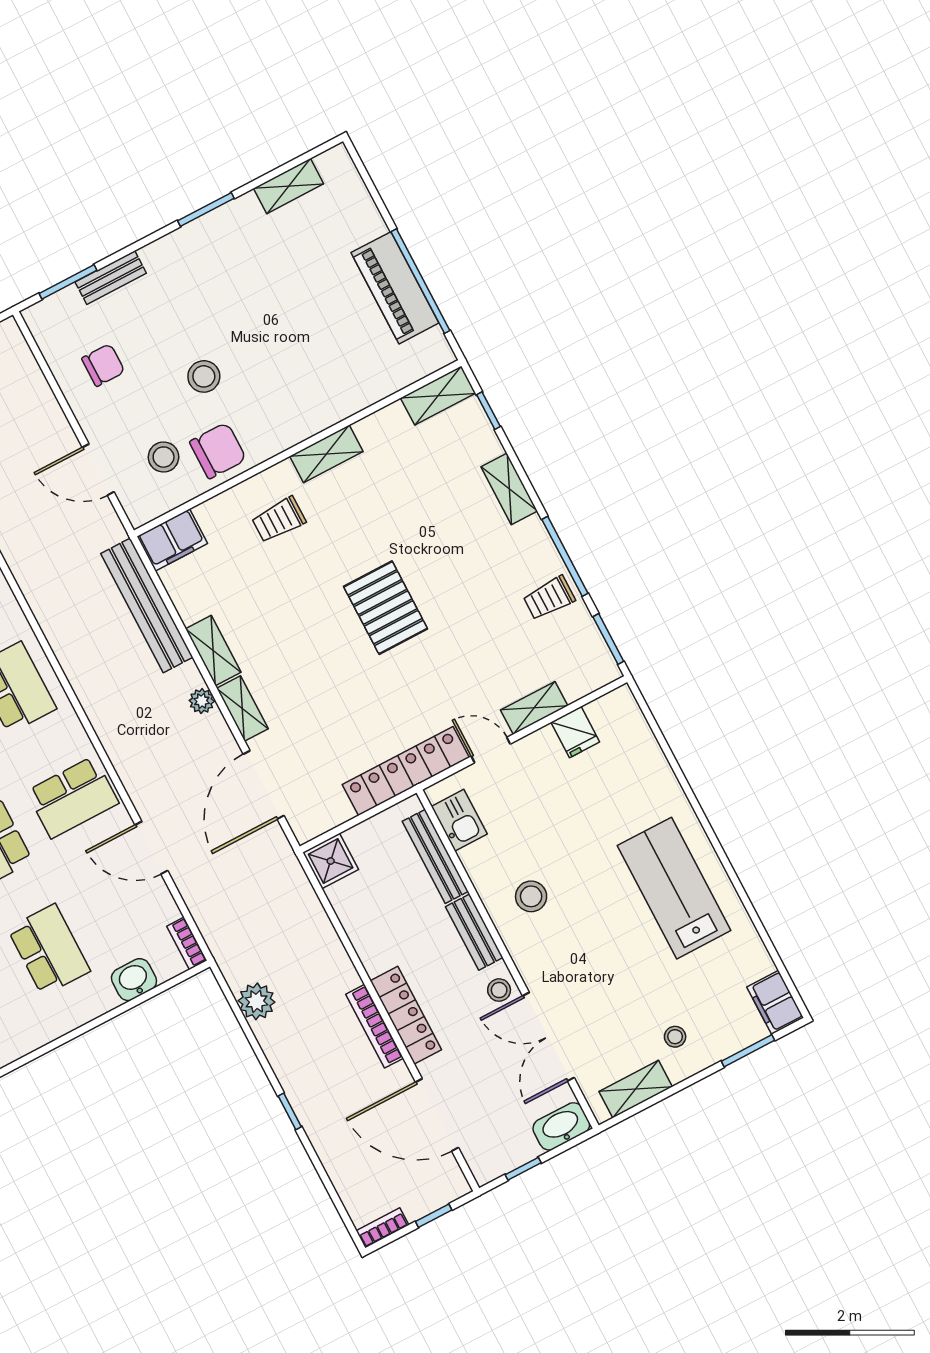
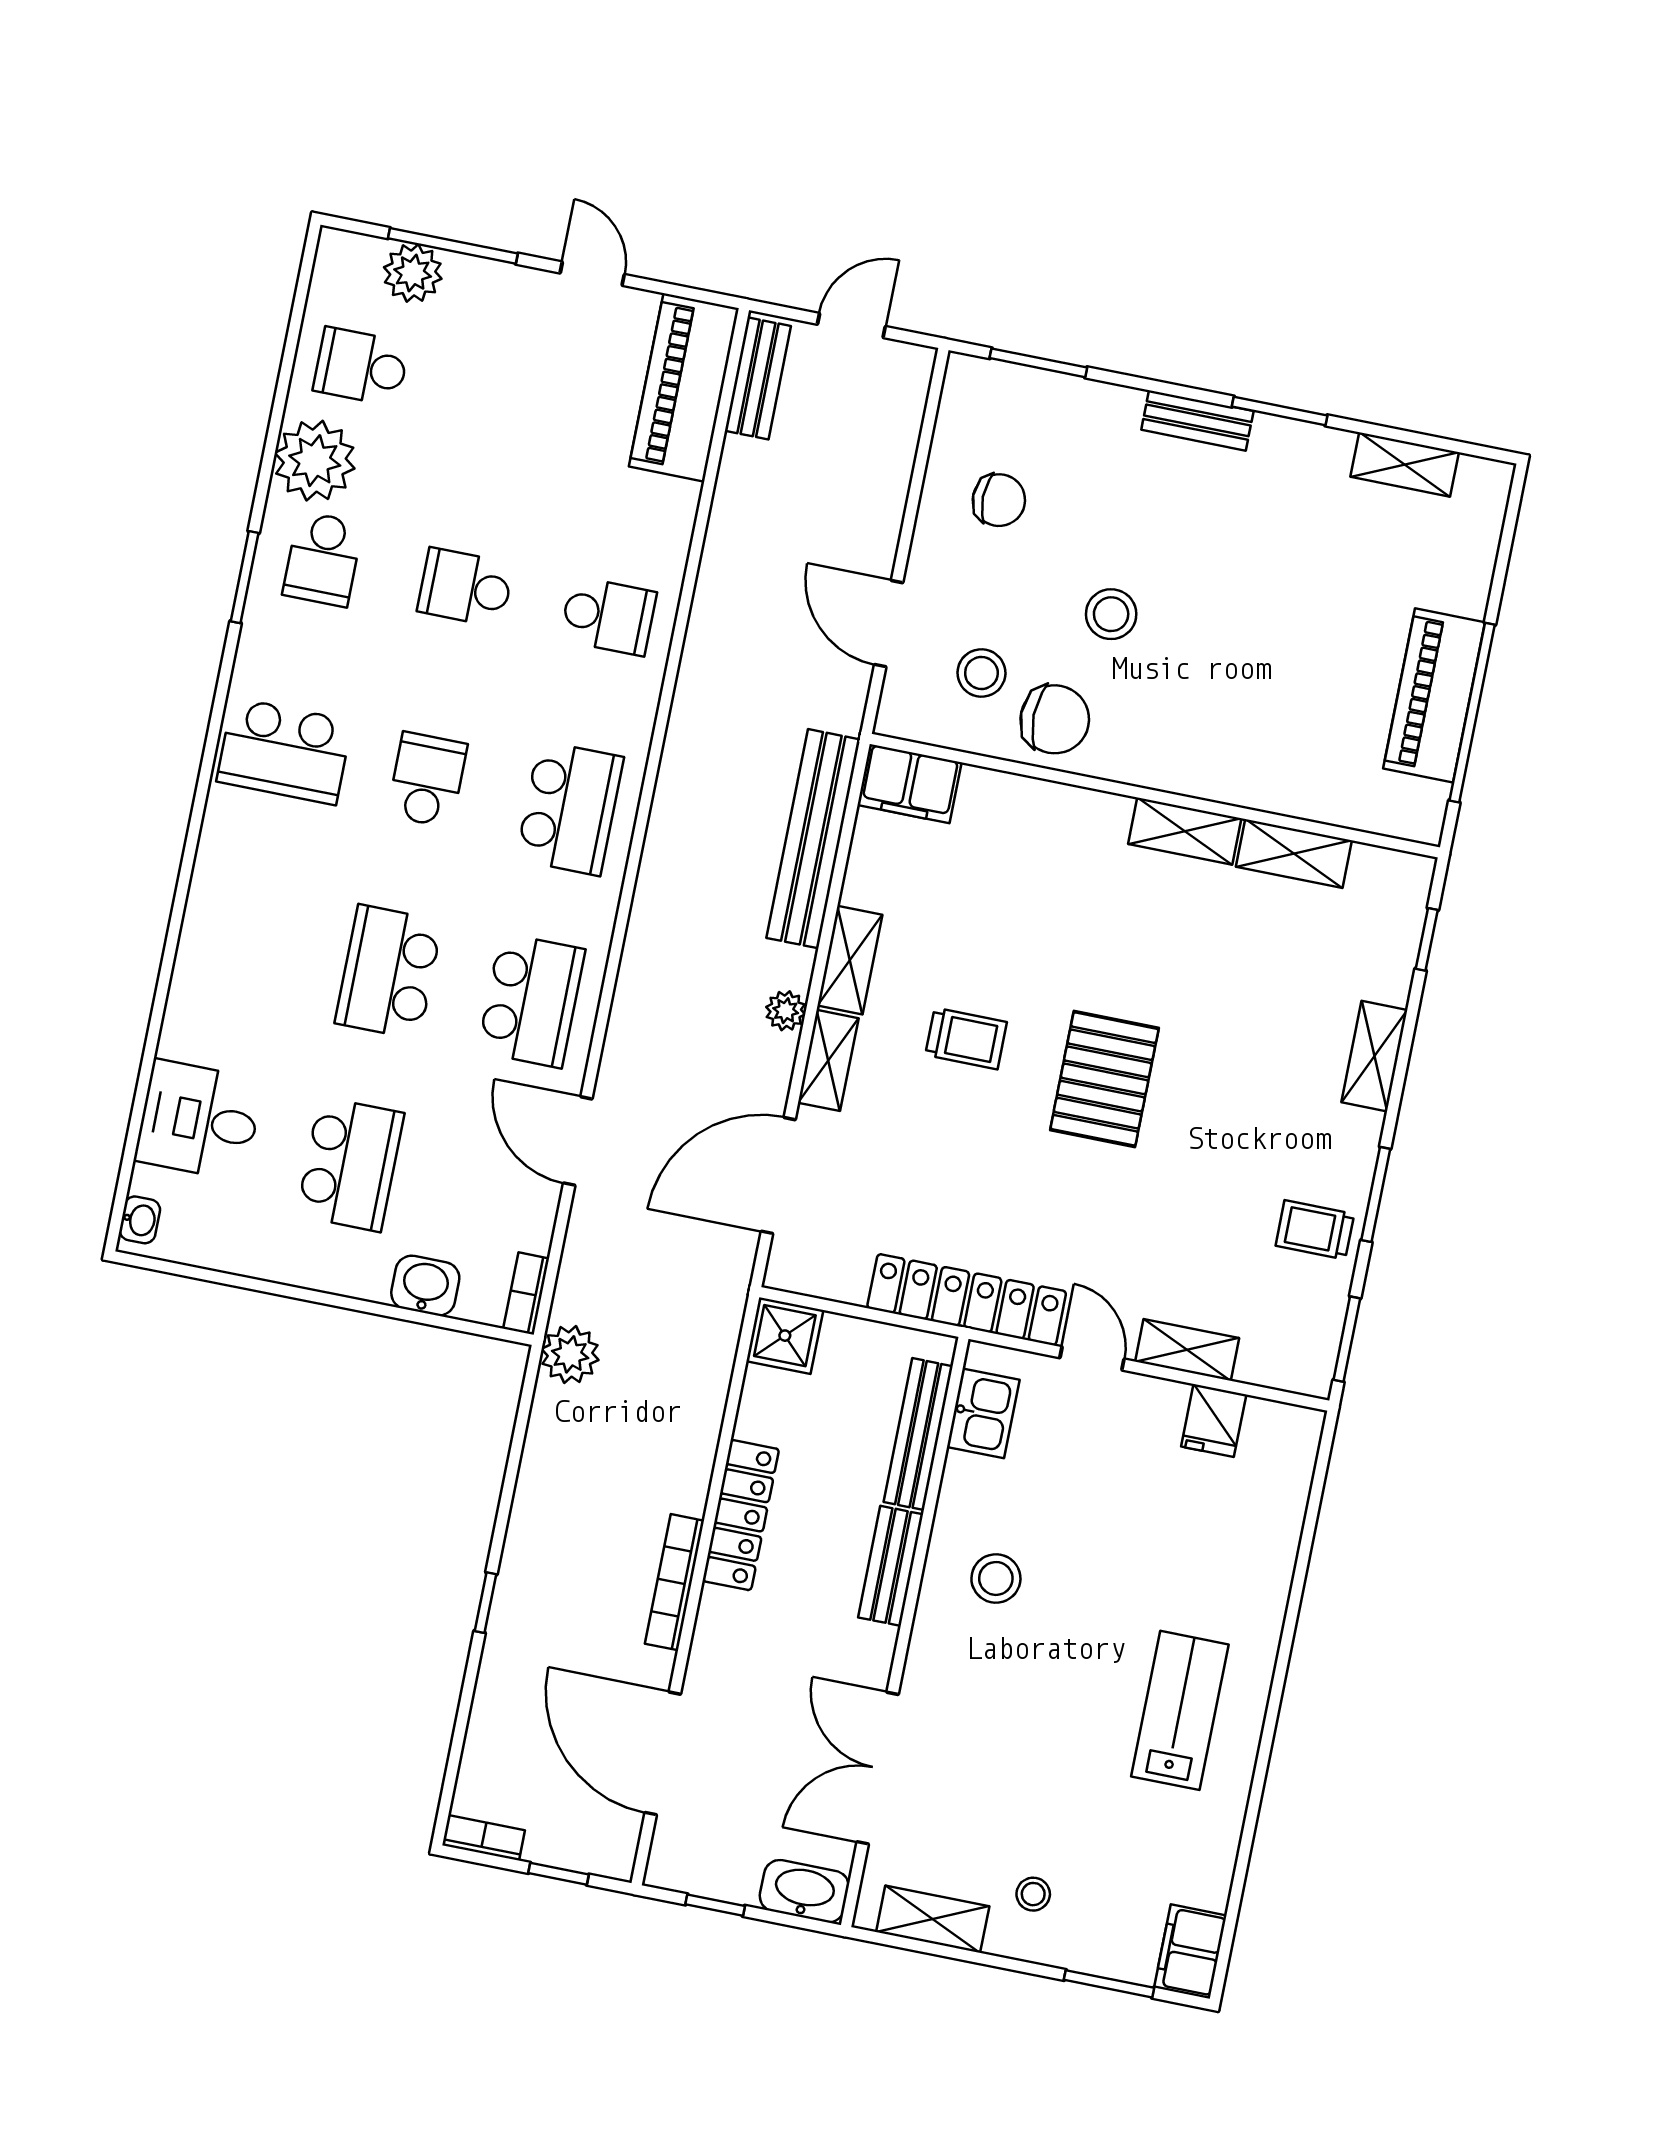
bench: (111, 278) -> (1197, 420), moved
shelving: (438, 396) -> (1294, 853), moved
trolley: (279, 520) -> (966, 1038), moved, turned 180
window: (565, 556) -> (1376, 1194), width x0.69
school desk: (73, 797) -> (531, 1001), turned -90
lab bench: (674, 888) -> (1180, 1710), width x0.73, depth x0.72
stool: (499, 990) -> (863, 1662), removed
plant: (257, 1001) -> (570, 1354), moved
locker: (406, 1015) -> (741, 1515), moved

